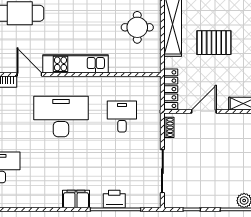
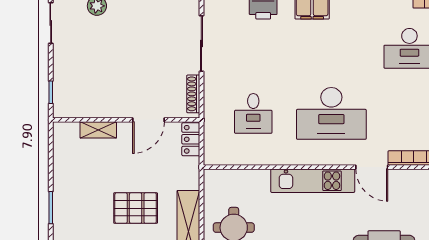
locker: (171, 89) -> (191, 139), width x0.66
shoe rack: (169, 127) -> (193, 94), width x1.43

